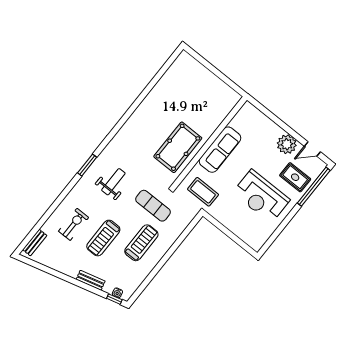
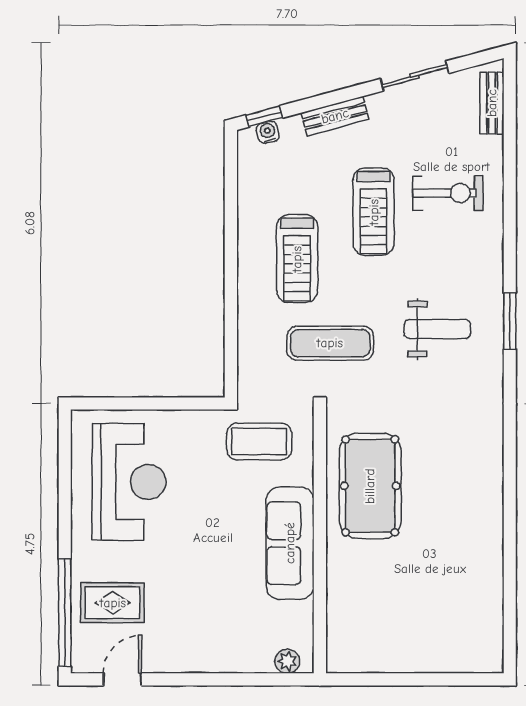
plant: (287, 144) -> (287, 661), moved, width x0.53, depth x0.53
weight bench: (113, 182) -> (437, 329), turned -90
reception desk: (261, 196) -> (129, 482), moved, turned 90
exercise bike: (74, 224) -> (448, 193), turned -90
treadmill: (103, 238) -> (374, 212), turned 180
sliding door: (53, 272) -> (415, 76), added

